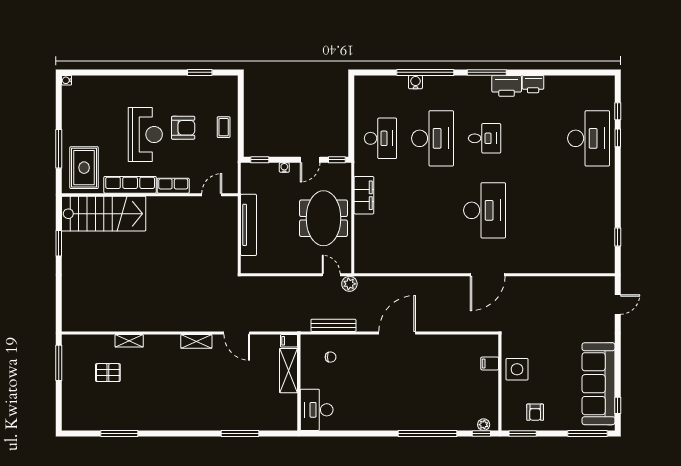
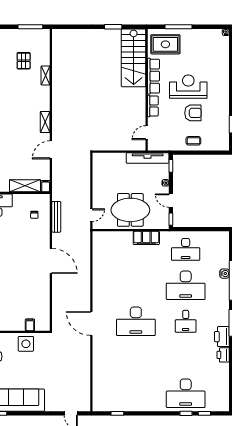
armchair: (183, 128) -> (193, 113), turned -90
reception desk: (145, 135) -> (188, 87), turned 180
door: (212, 195) -> (147, 133), swing flipped
tv unit: (249, 225) -> (148, 158), moved
plant: (349, 284) -> (85, 228), removed

